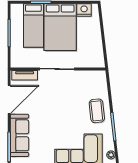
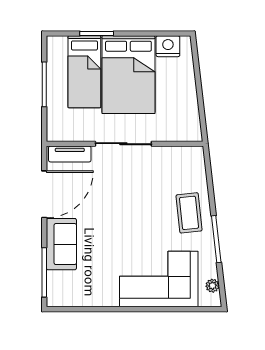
sofa: (20, 135) -> (61, 244), width x0.73

